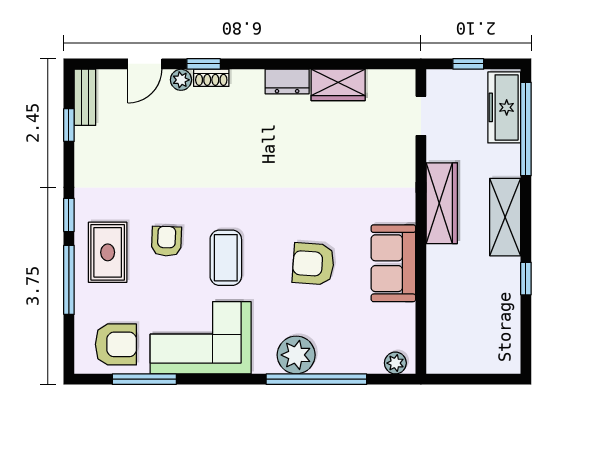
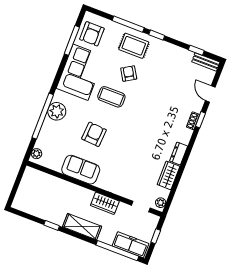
plant: (181, 80) -> (161, 203), moved
wardrobe: (442, 203) -> (105, 203), width x0.67
armchair: (166, 241) -> (129, 74), turned -123

